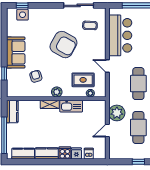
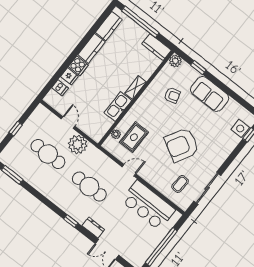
plant: (57, 92) -> (175, 61), moved

